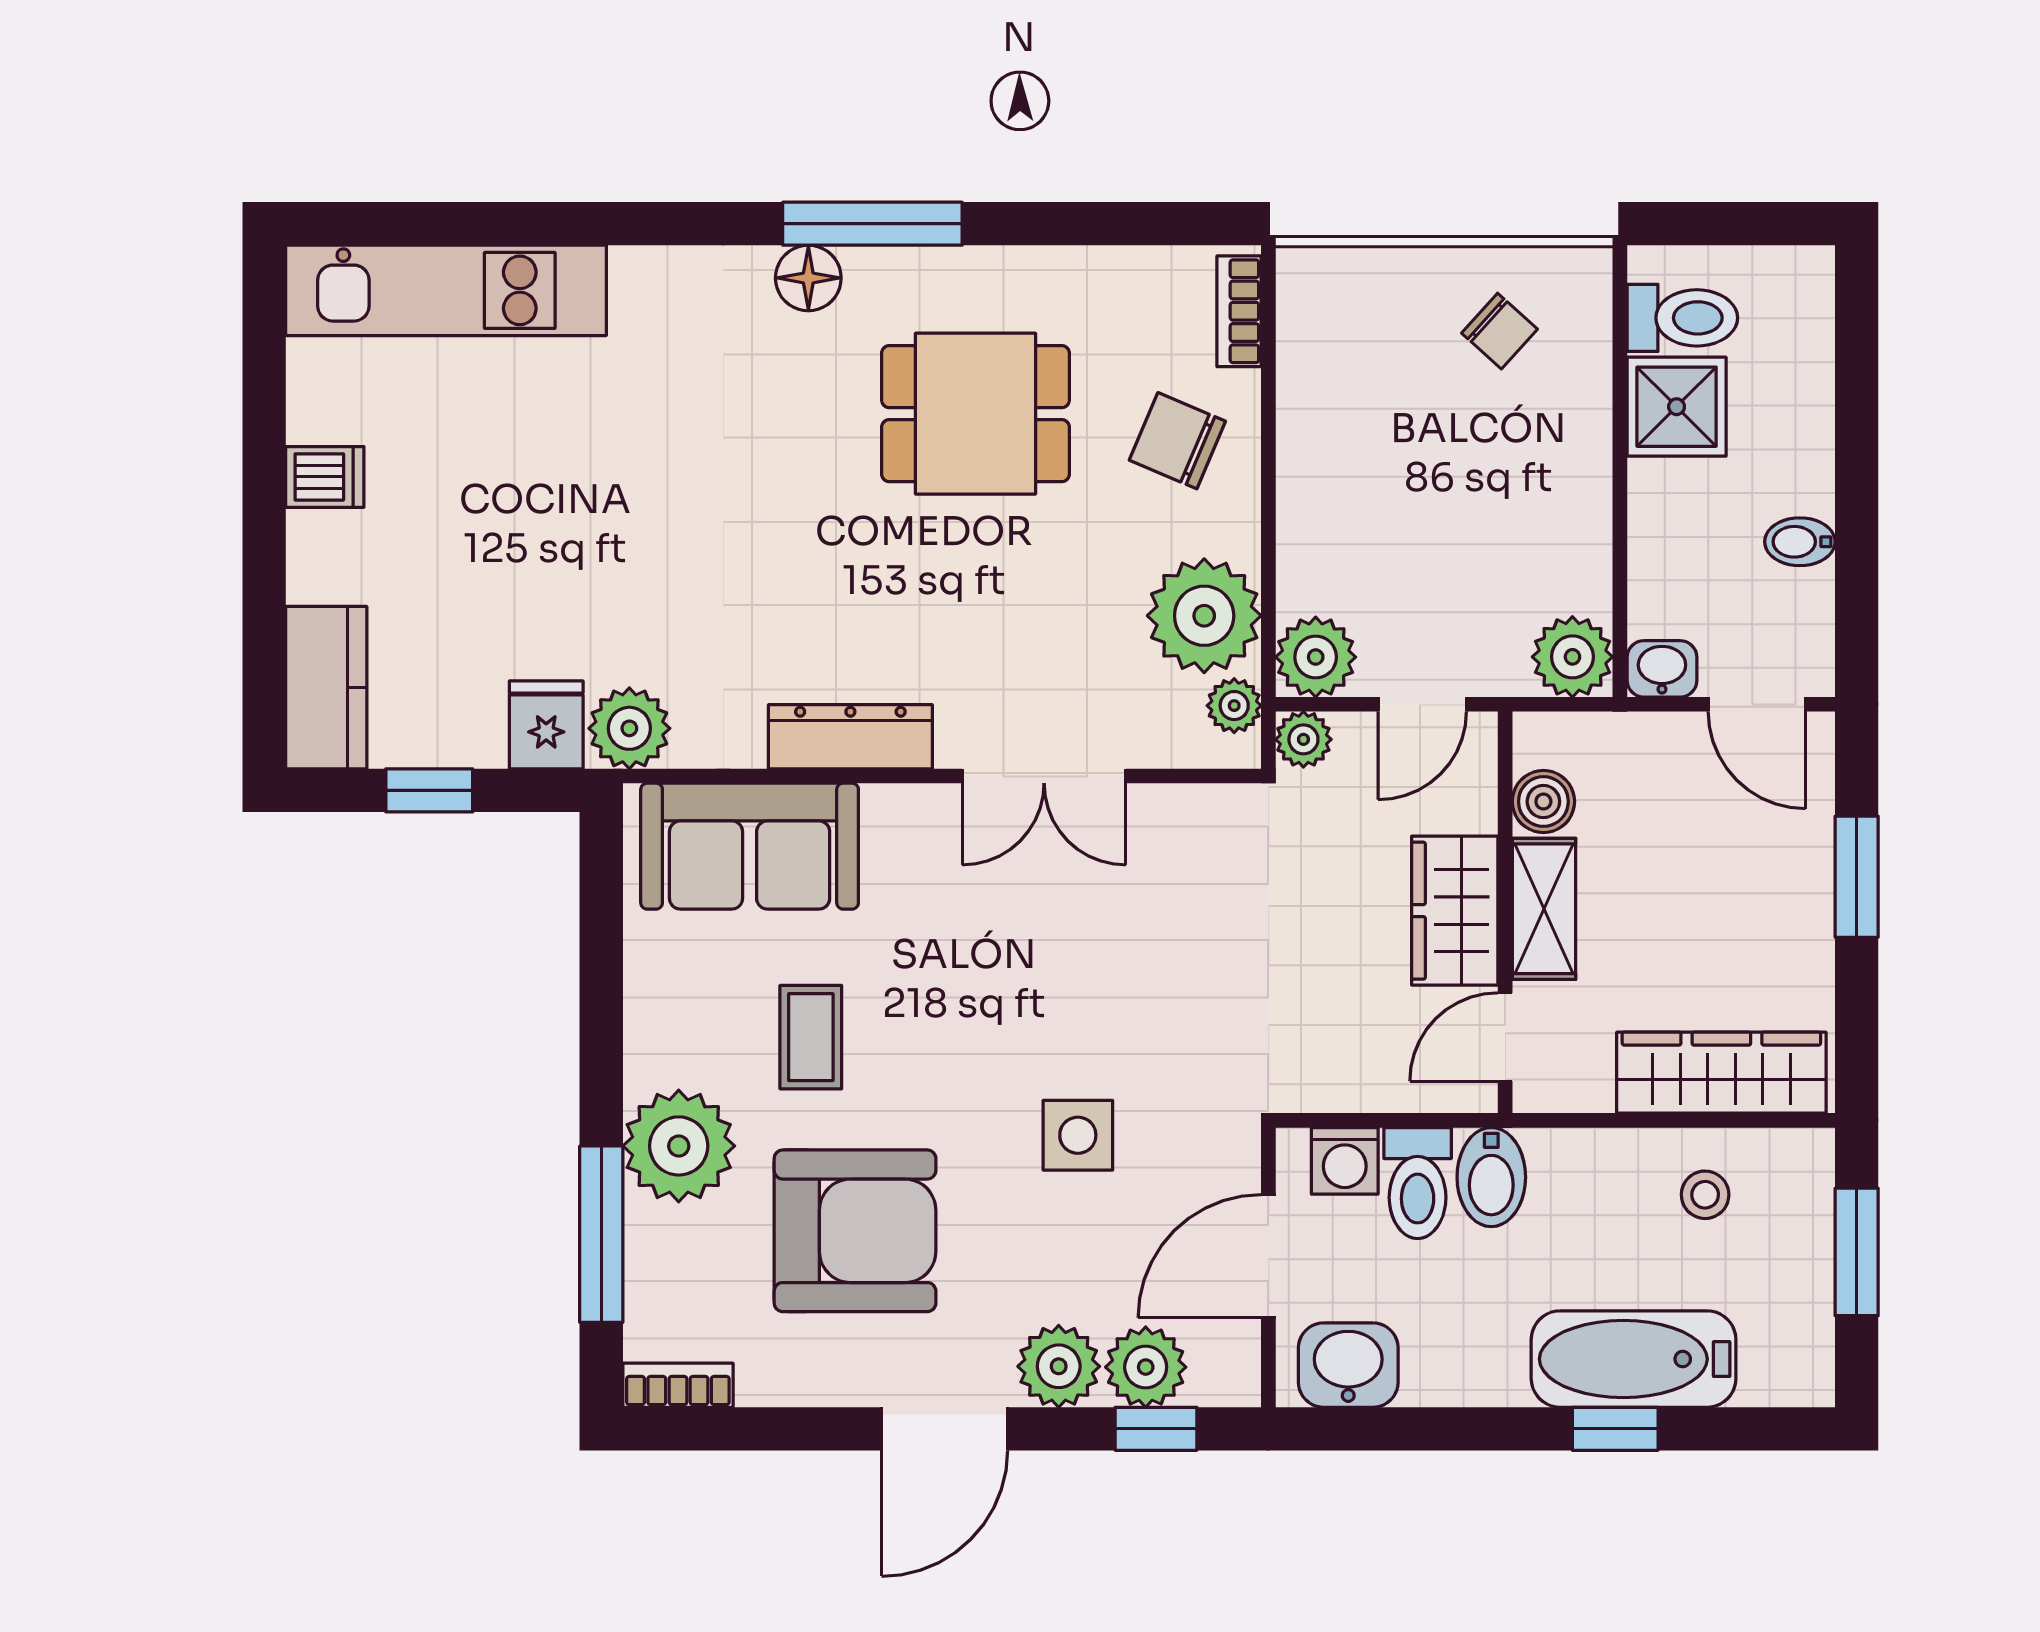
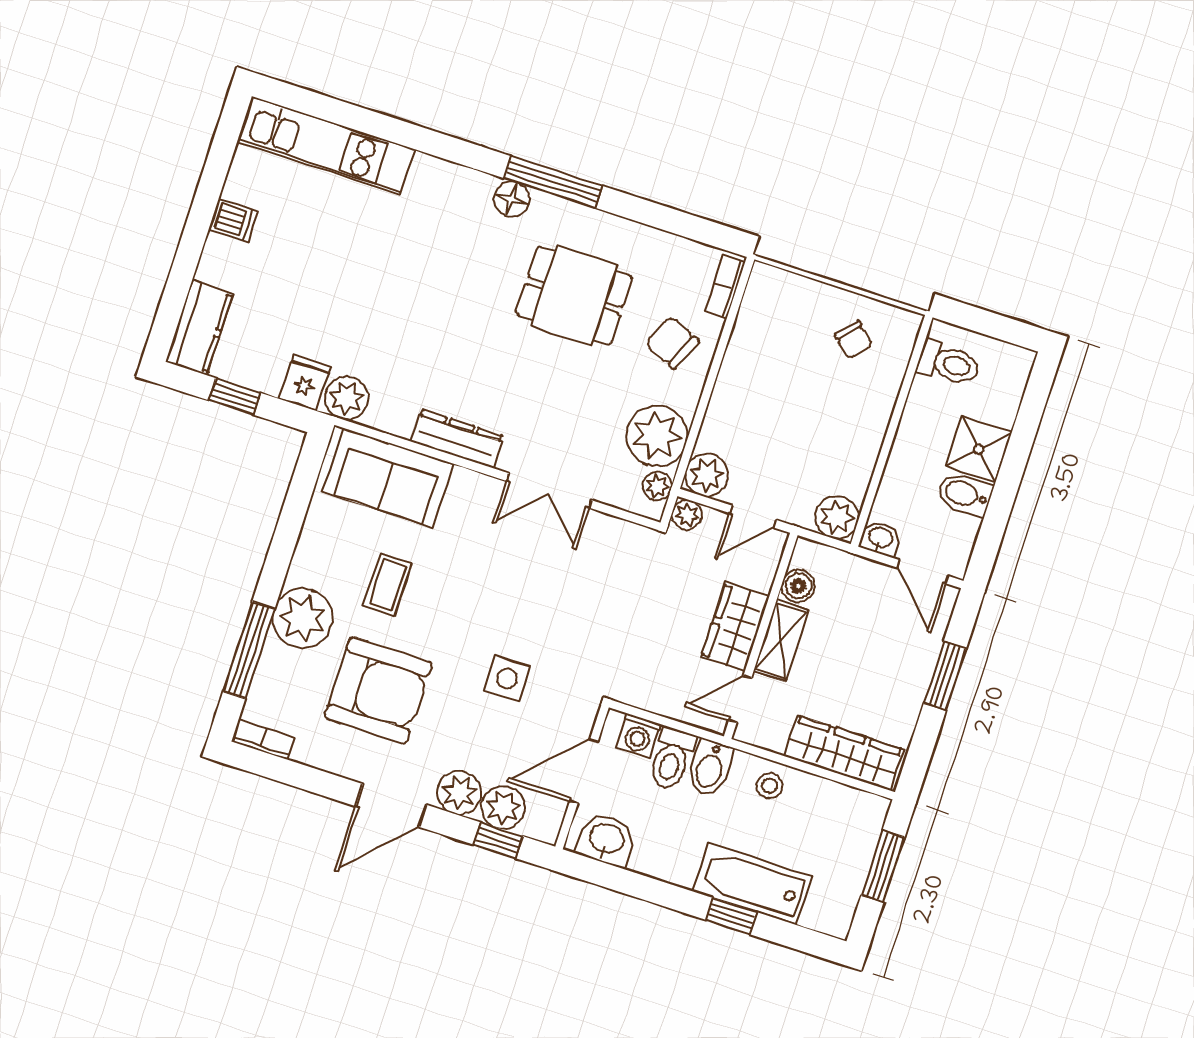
shower: (1677, 407) -> (979, 449), moved
bidet: (1800, 542) -> (965, 494), width x1.38, depth x1.36
stool: (1705, 1195) -> (770, 786), moved

